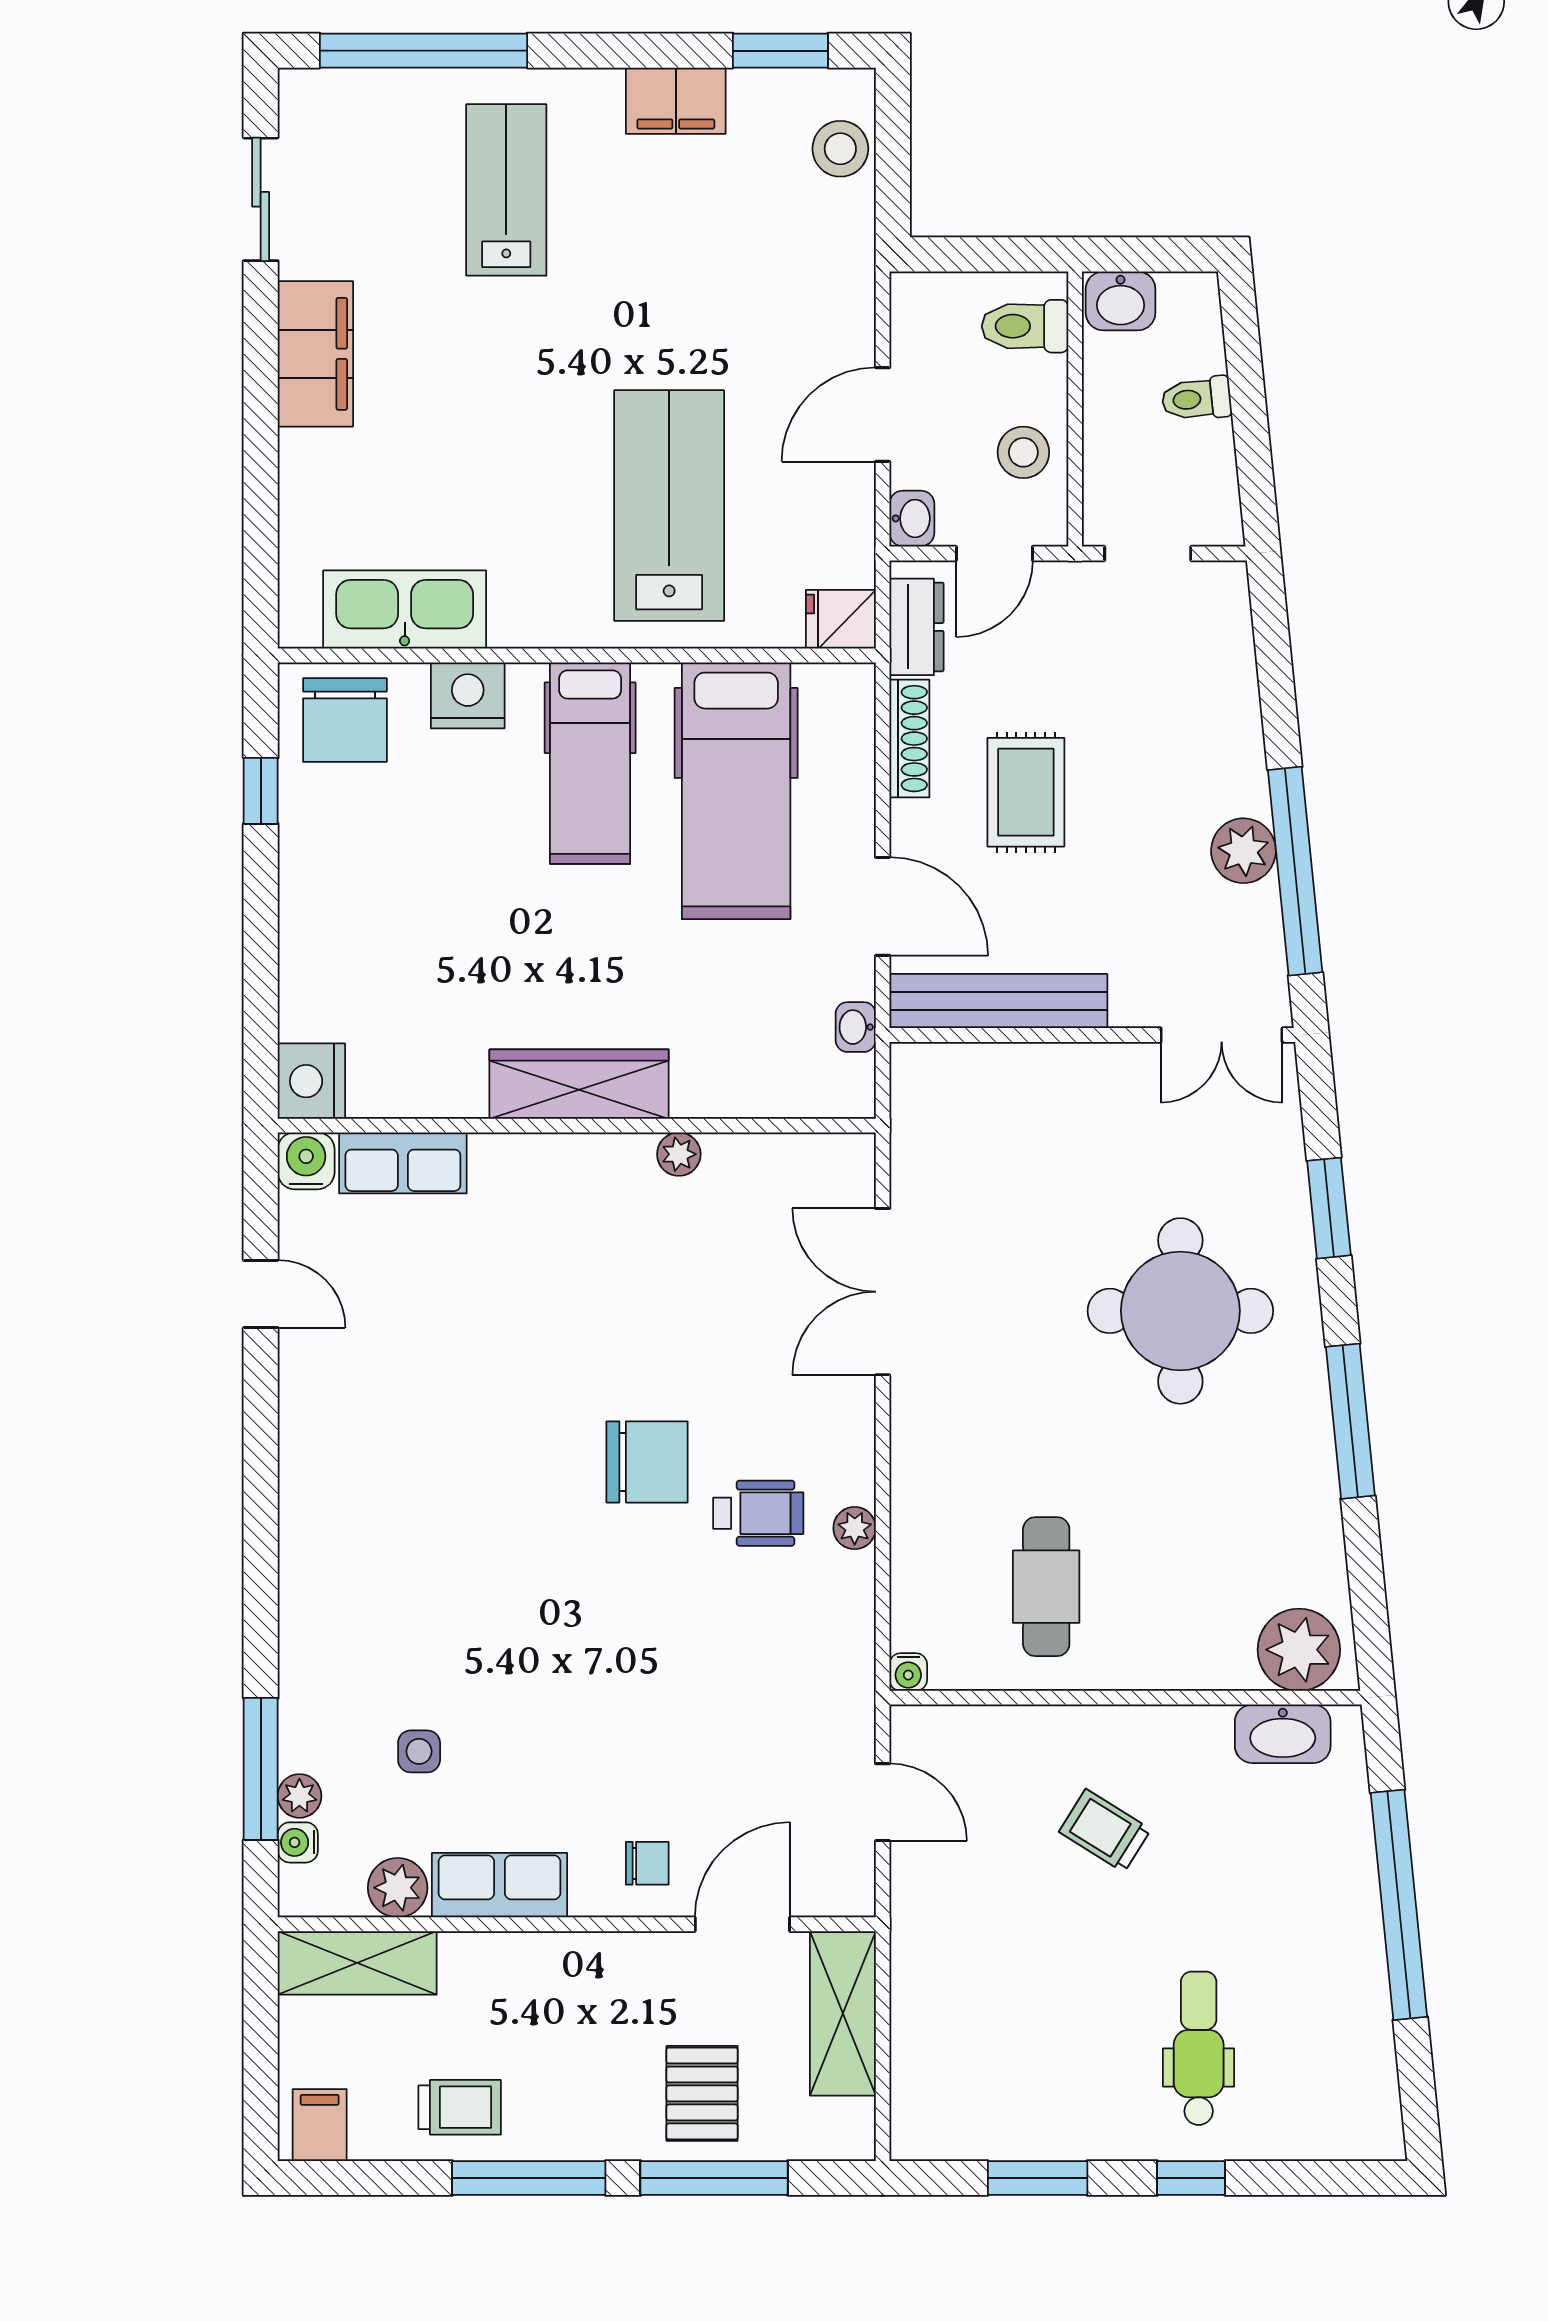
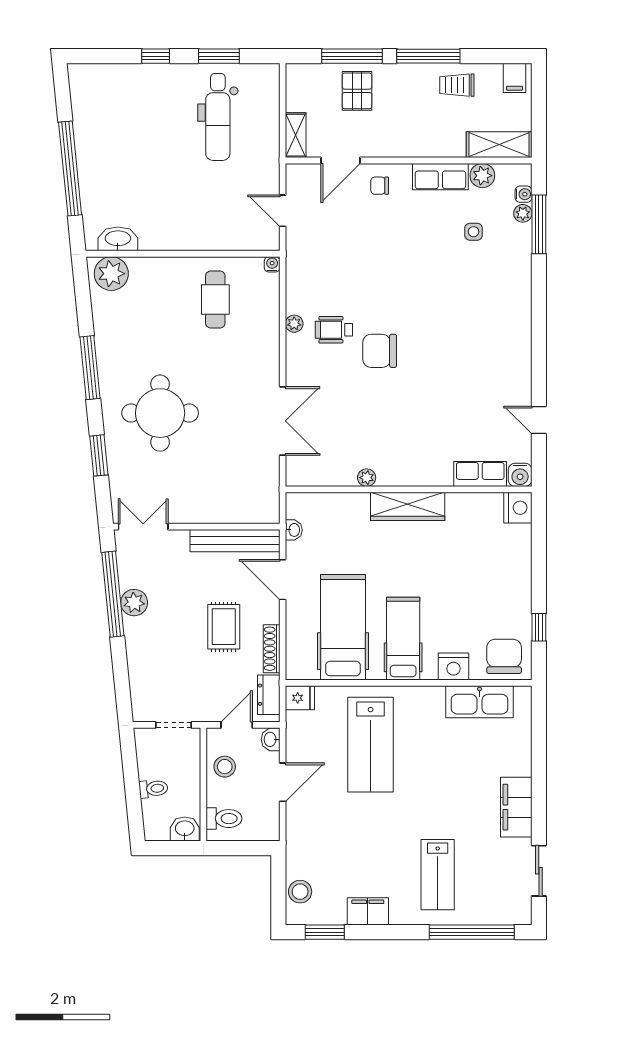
trolley: (1105, 1831) -> (191, 199), removed
shelving: (843, 2013) -> (296, 135), width x0.67, depth x0.75
dental chair: (1199, 2048) -> (218, 117), moved, width x1.36, depth x1.38

